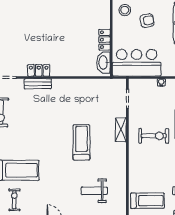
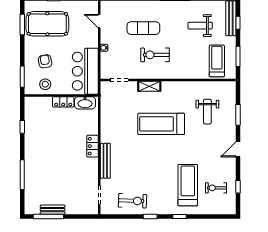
stool: (125, 10) -> (45, 84), moved
locker: (39, 70) -> (93, 146), moved
bench: (38, 84) -> (105, 161), width x1.36
exercise bike: (154, 136) -> (155, 55), turned -90
treadmill: (81, 142) -> (161, 124), width x1.37, depth x1.38

